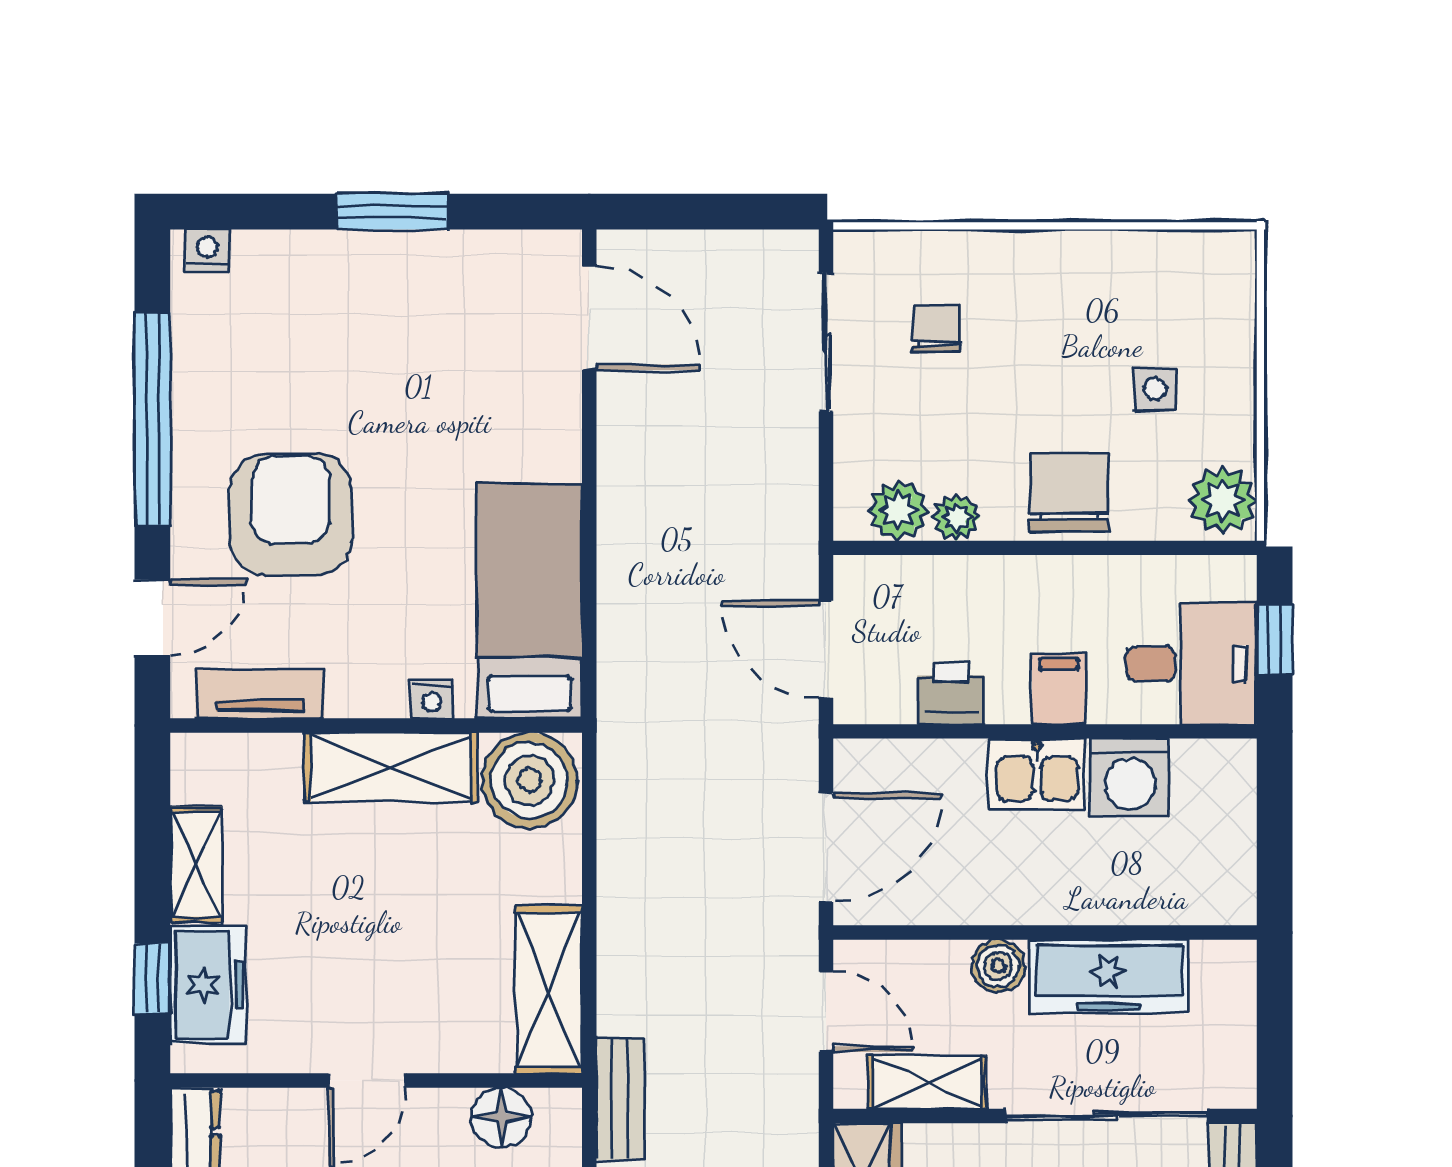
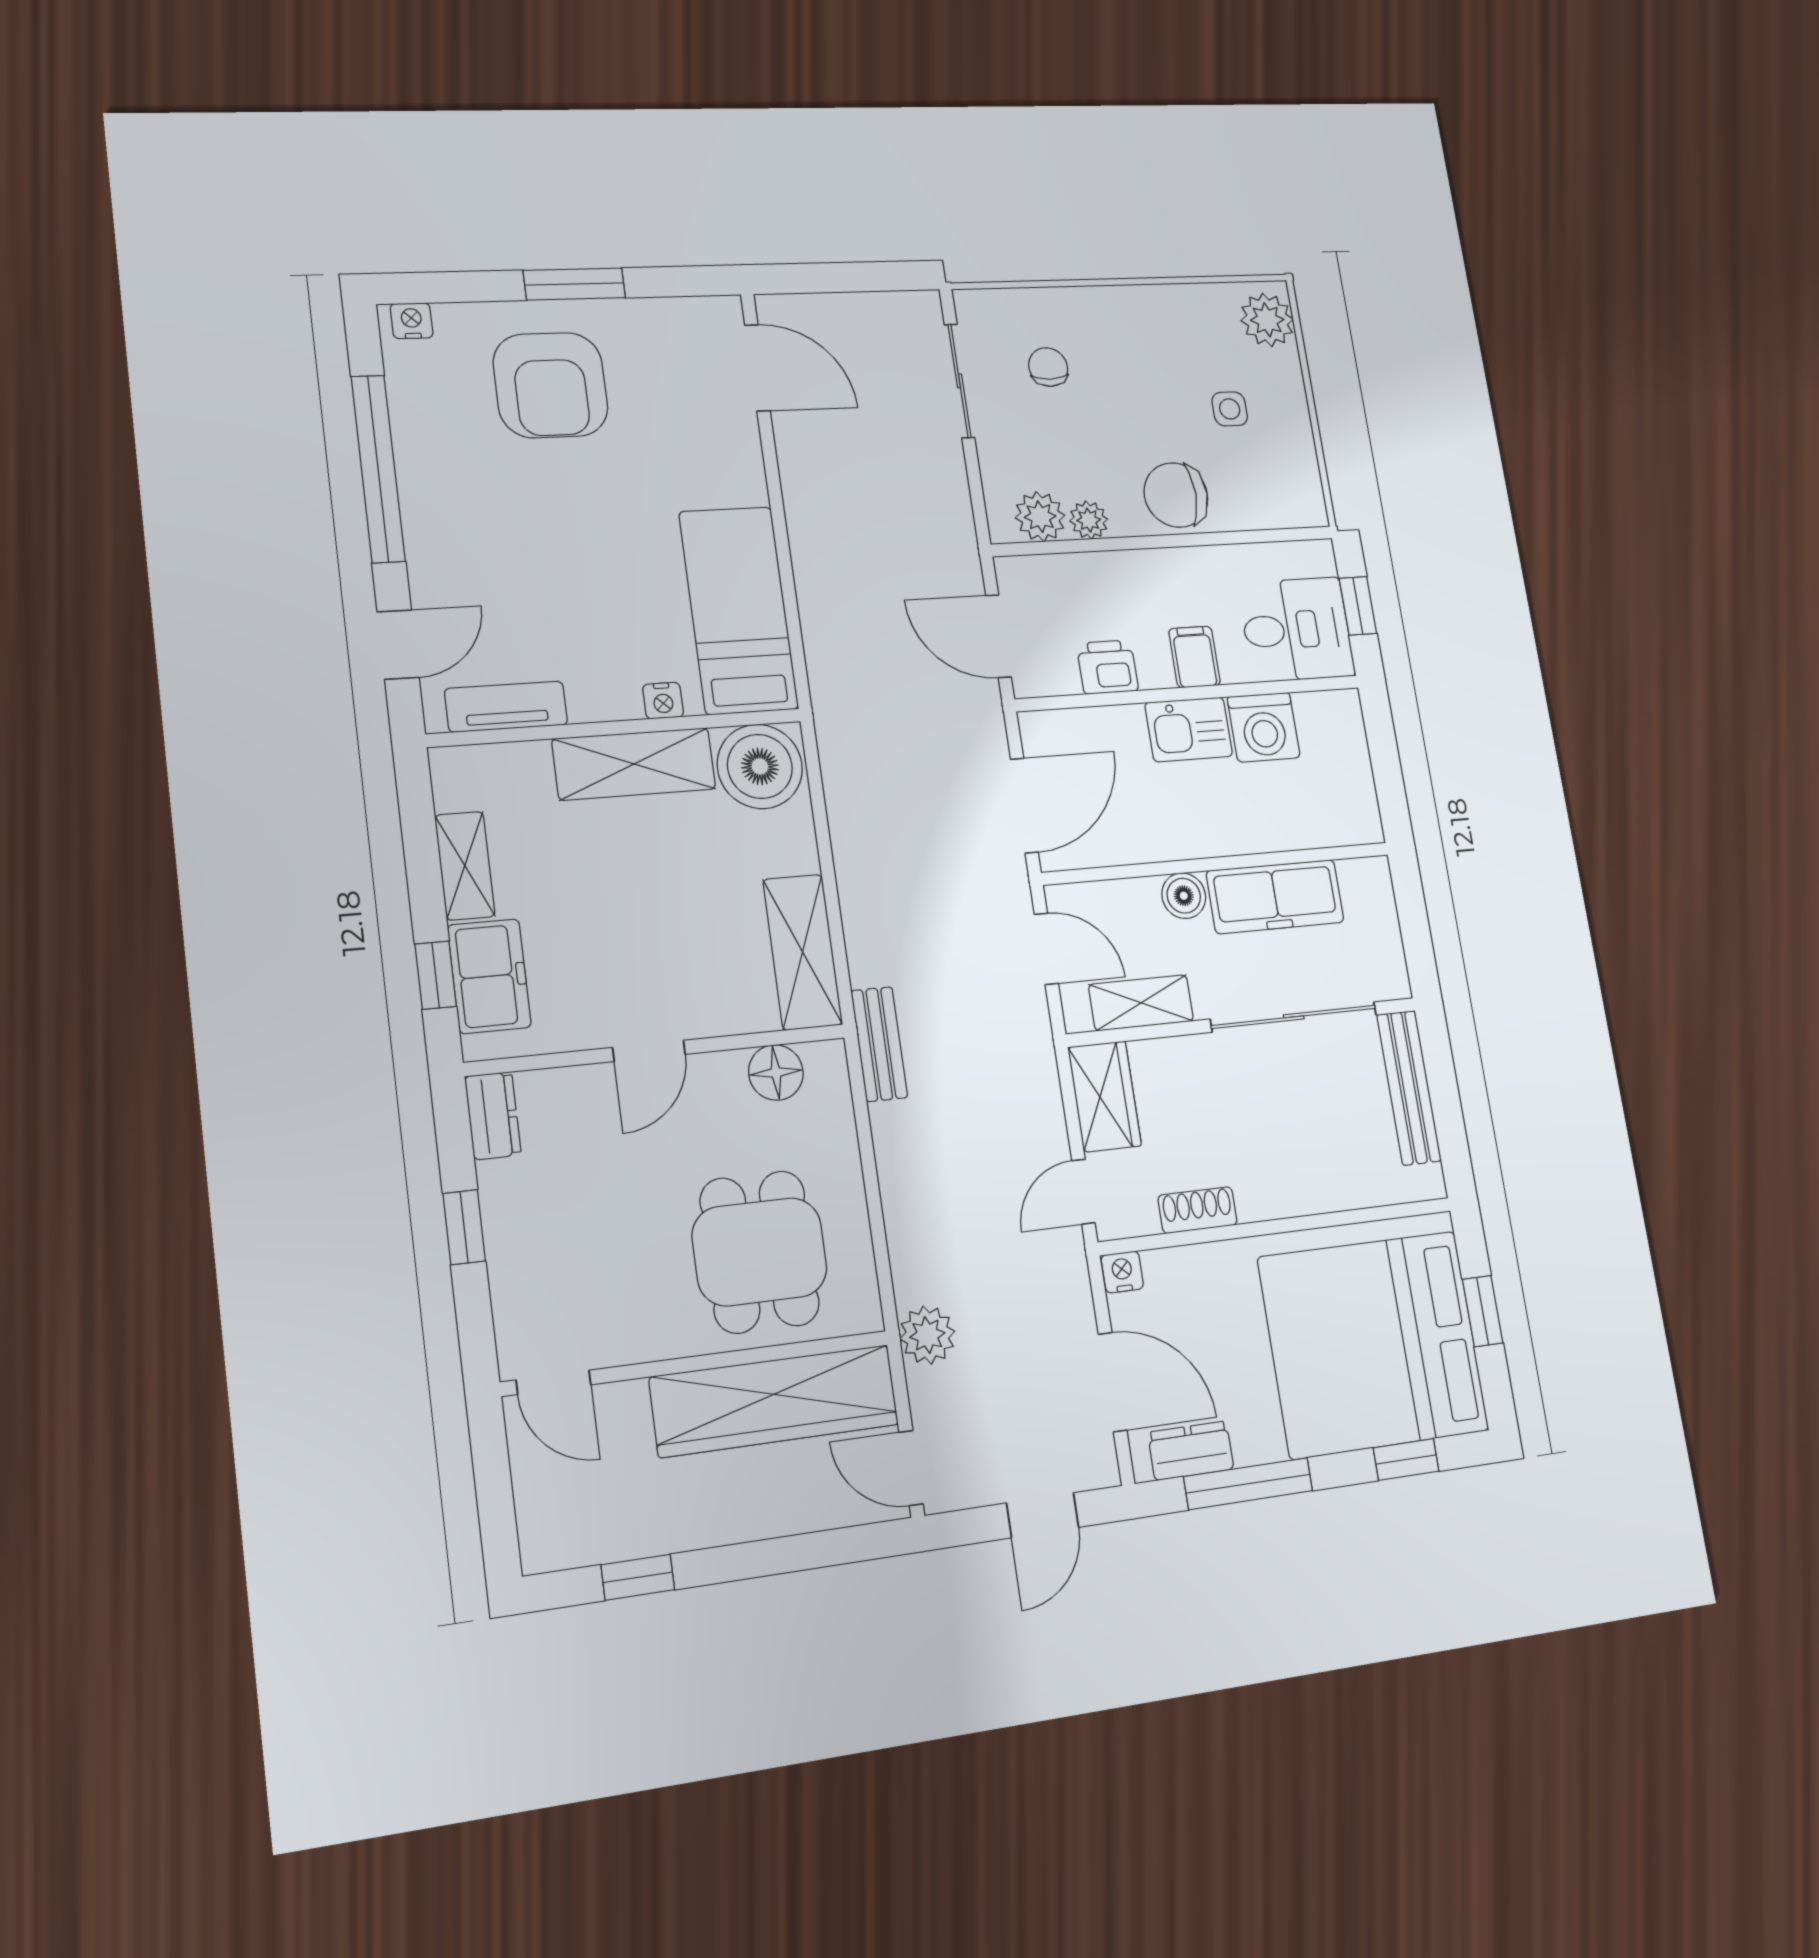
chair: (1069, 492) -> (1176, 495), turned -90
plant: (1223, 500) -> (1267, 320), moved
armchair: (291, 514) -> (551, 385), moved, turned 180

